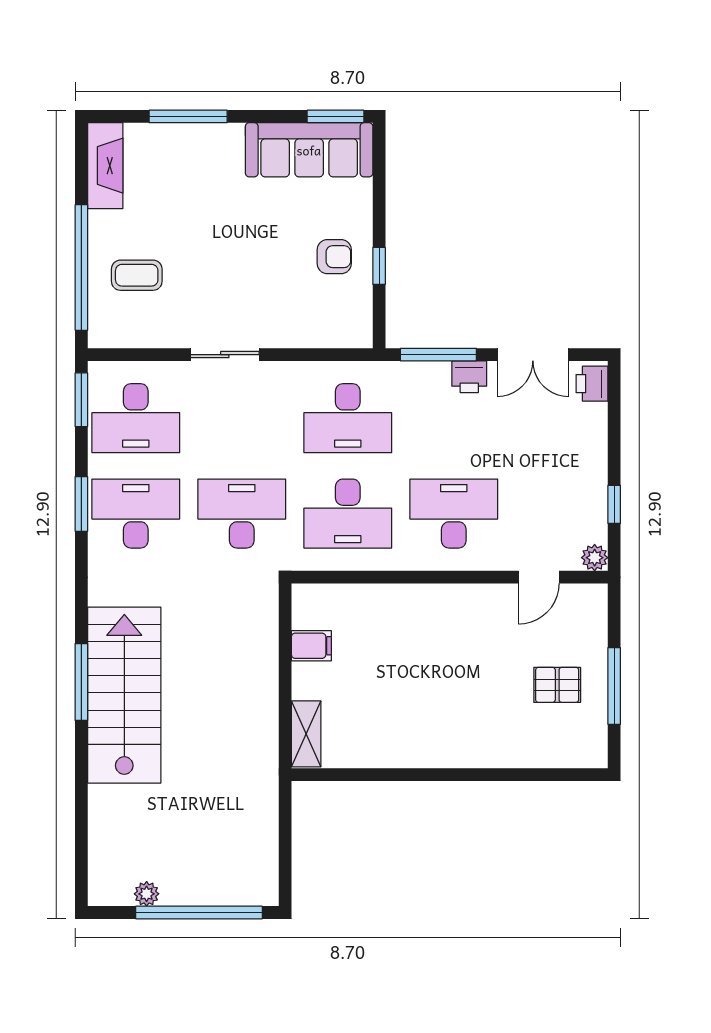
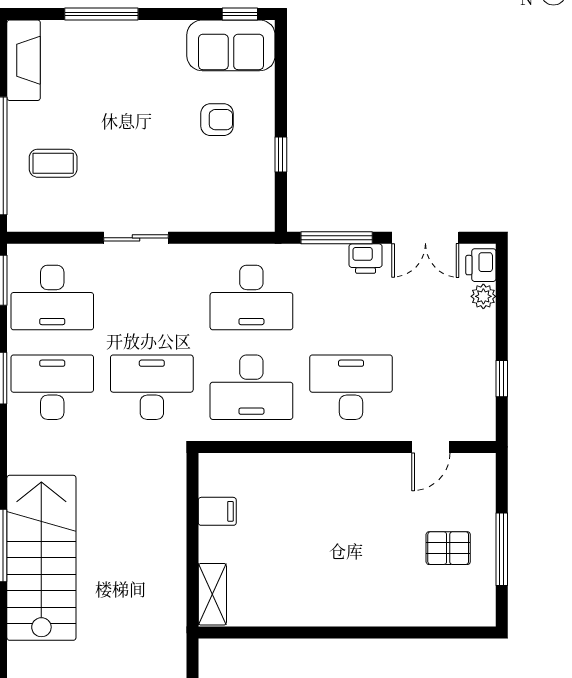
window: (335, 116) -> (240, 14), width x0.67
sofa: (309, 150) -> (231, 45), width x0.73
armchair: (334, 257) -> (217, 120), moved
plant: (595, 558) -> (483, 296), moved

